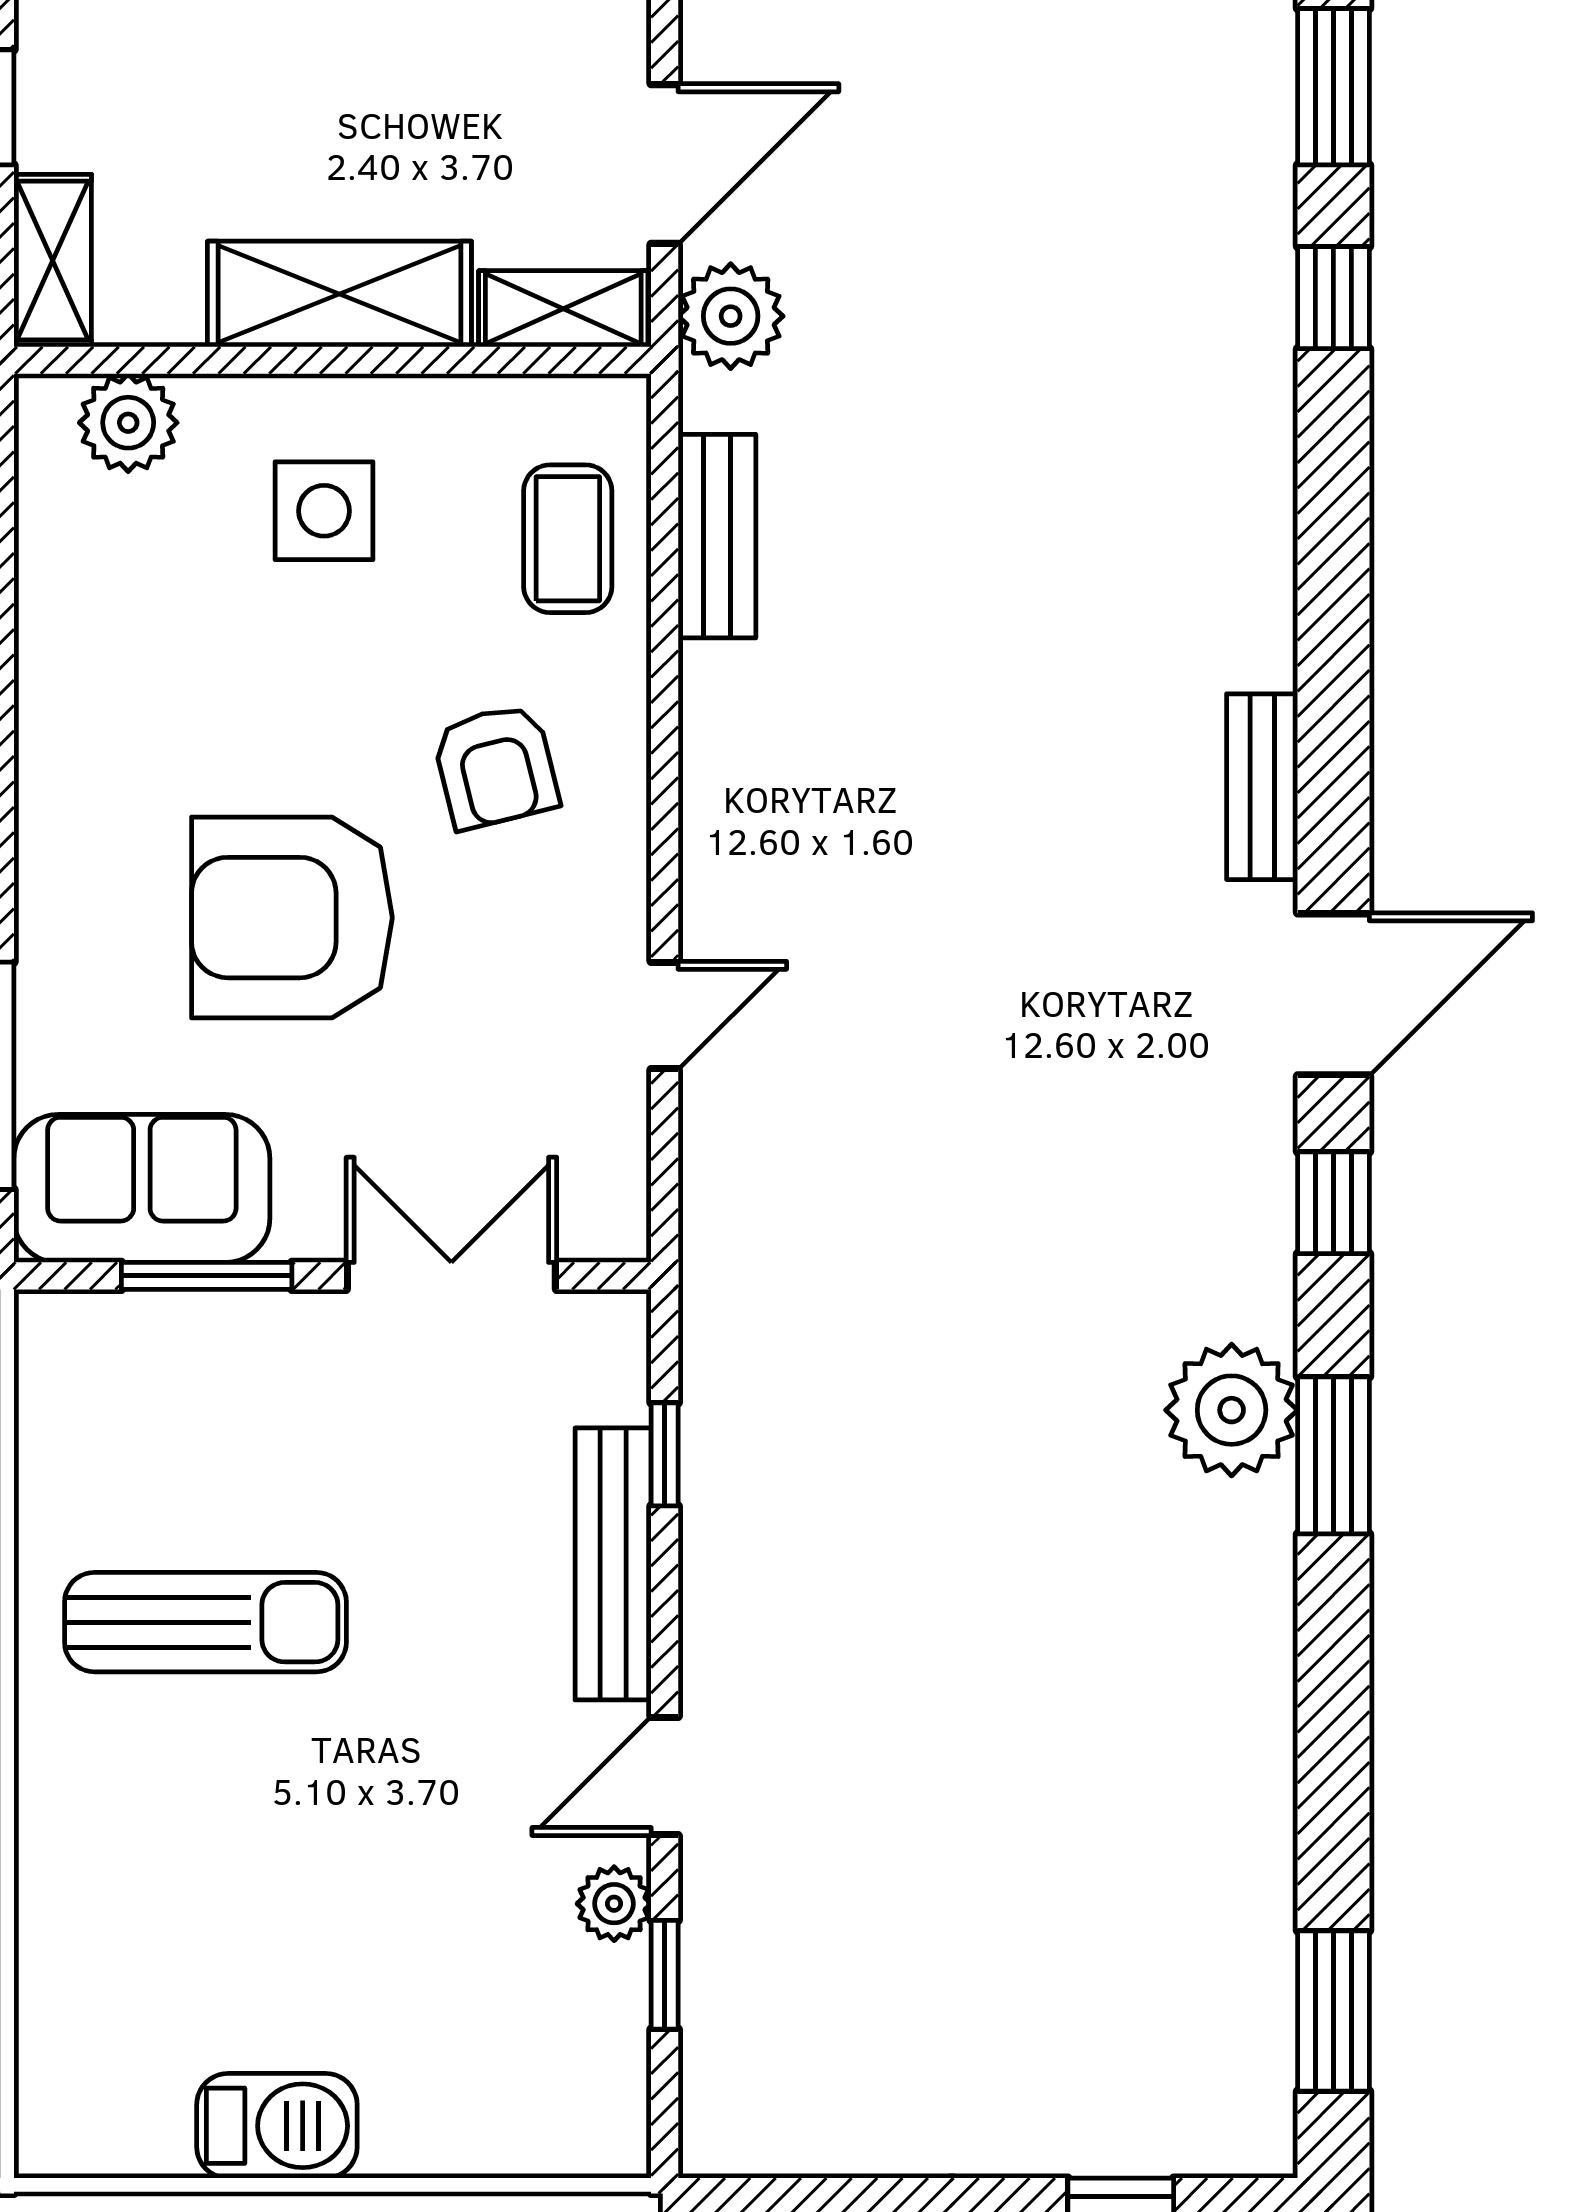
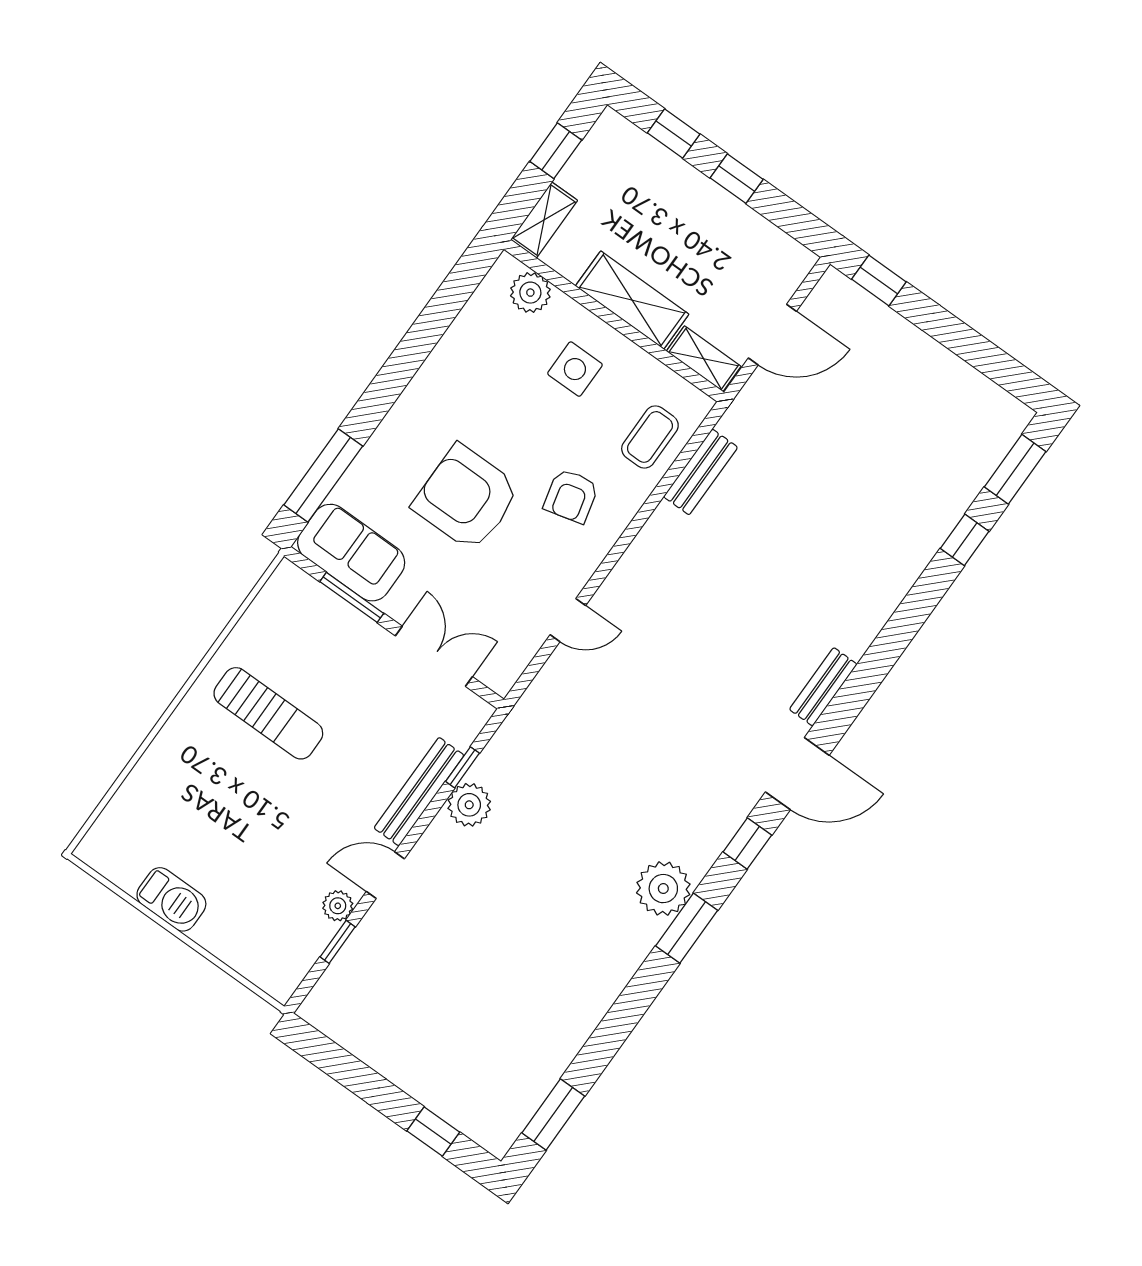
plant: (731, 316) -> (469, 805), moved

